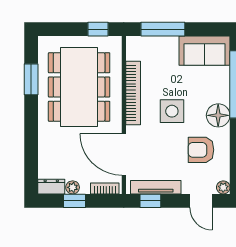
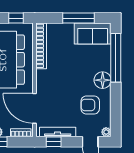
window: (163, 29) -> (78, 18), moved
bookcase: (133, 93) -> (41, 46), moved
side table: (172, 111) -> (69, 77), removed

